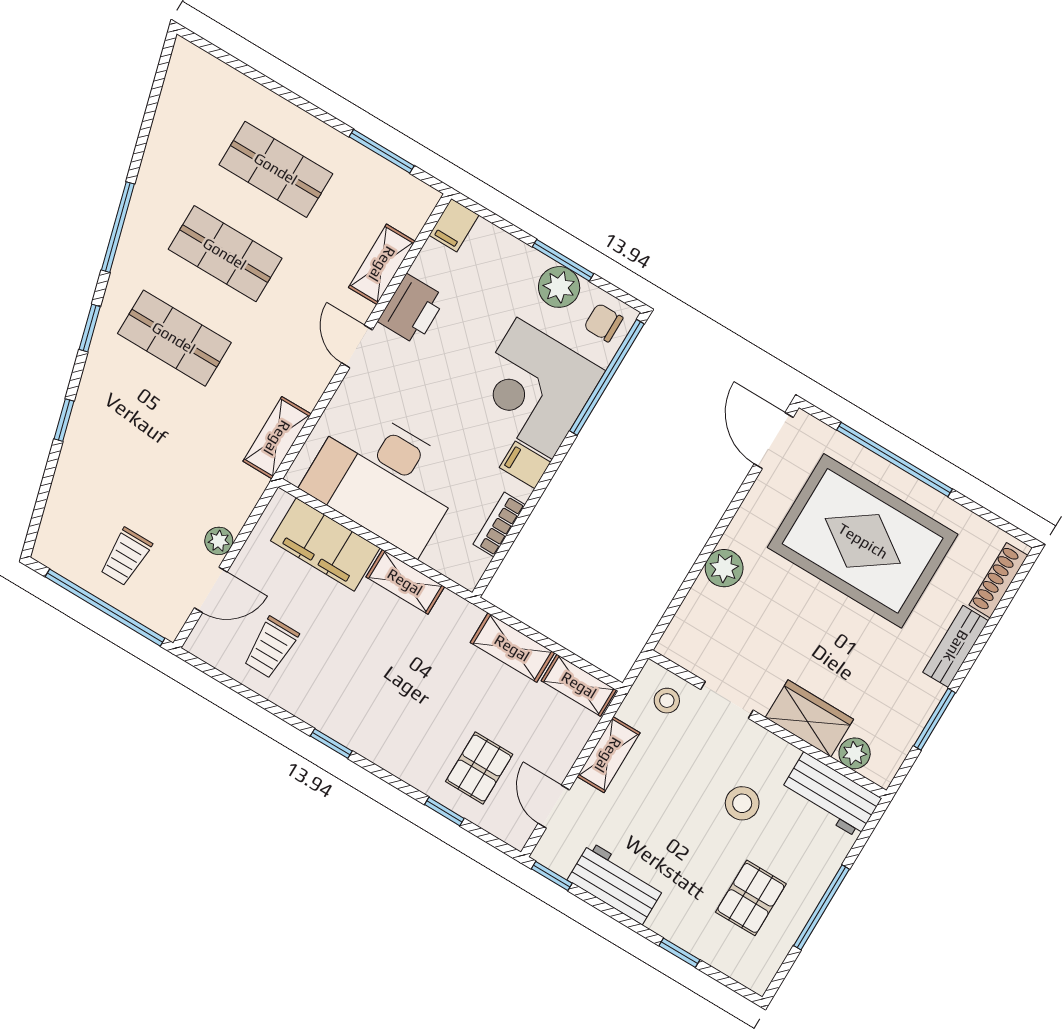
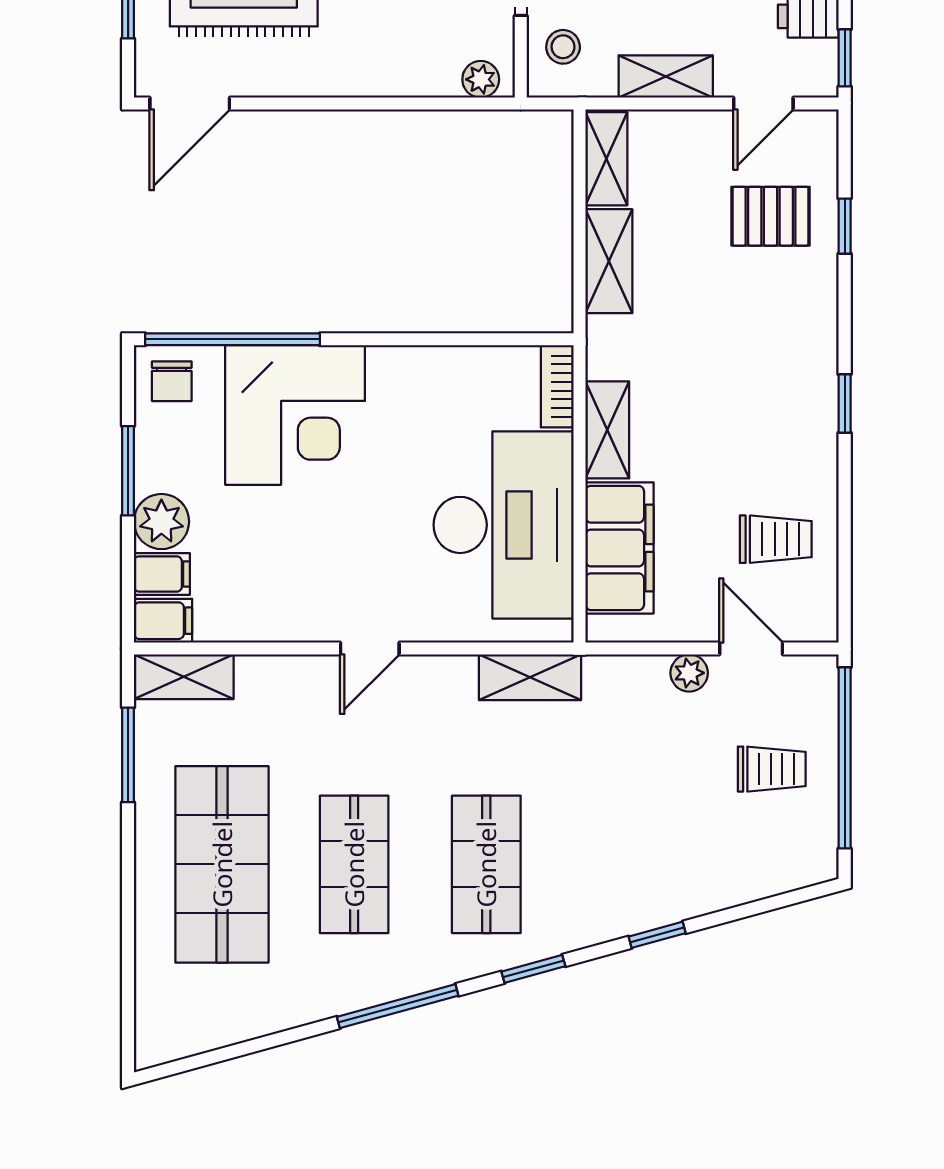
shop shelf: (276, 169) -> (222, 864), width x1.43, depth x1.36
shelving: (382, 264) -> (184, 677), moved
plant: (559, 287) -> (161, 522), moved
printer: (412, 309) -> (289, 611), removed
filing cabinet: (525, 465) -> (162, 574), moved, turned -90
bookcase: (499, 525) -> (557, 386), moved, turned 90
plant: (724, 568) -> (481, 79), moved, width x0.73, depth x0.73

